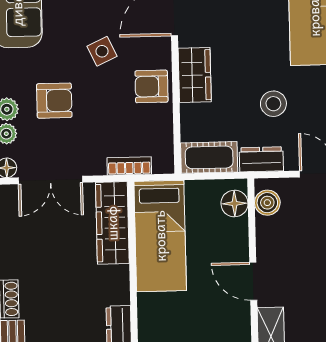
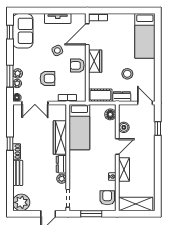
armchair: (54, 101) -> (47, 78), moved
boiler: (267, 203) -> (124, 127), moved
wardrobe: (112, 223) -> (60, 138), moved
door: (253, 281) -> (117, 147), swing flipped

